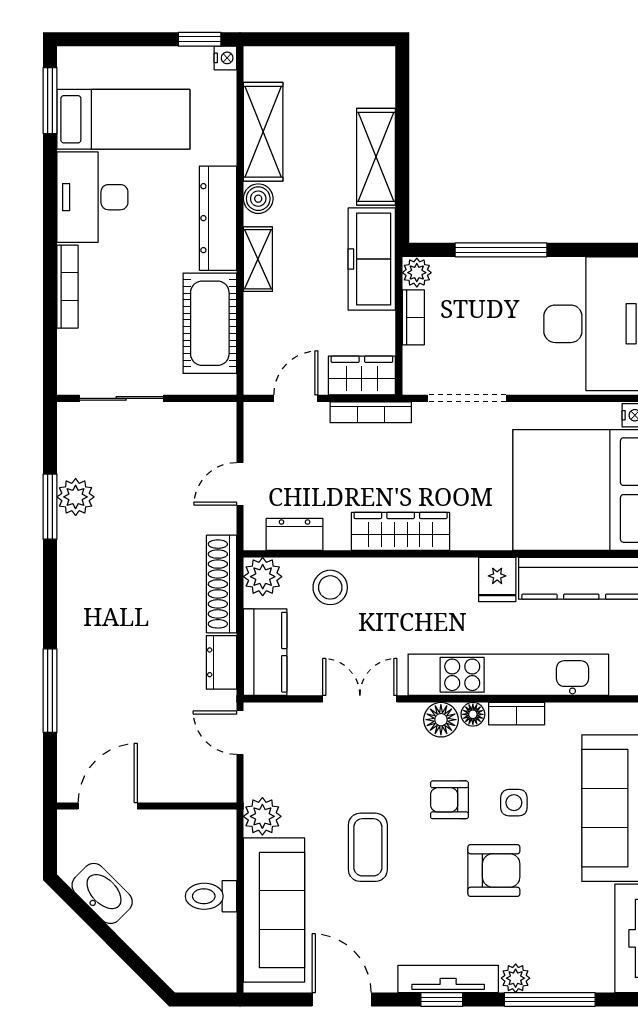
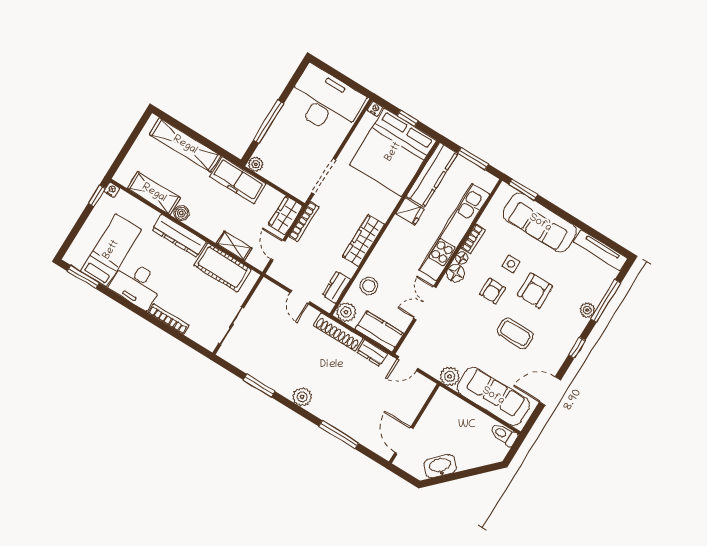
shelving: (376, 157) -> (185, 145), width x1.47
shelving: (258, 259) -> (234, 246), moved
bookcase: (413, 317) -> (274, 178), removed
plant: (76, 497) -> (302, 397), moved
coffee table: (368, 847) -> (515, 333), moved
armchair: (494, 871) -> (535, 291), turned 180
toilet: (211, 896) -> (504, 434), moved, turned 90
tv unit: (448, 979) -> (570, 339), removed

